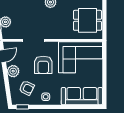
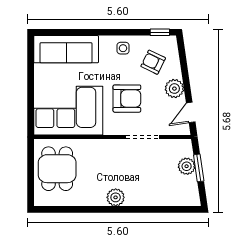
dining table: (87, 20) -> (57, 169), turned 90
armchair: (43, 65) -> (127, 99), turned 90

